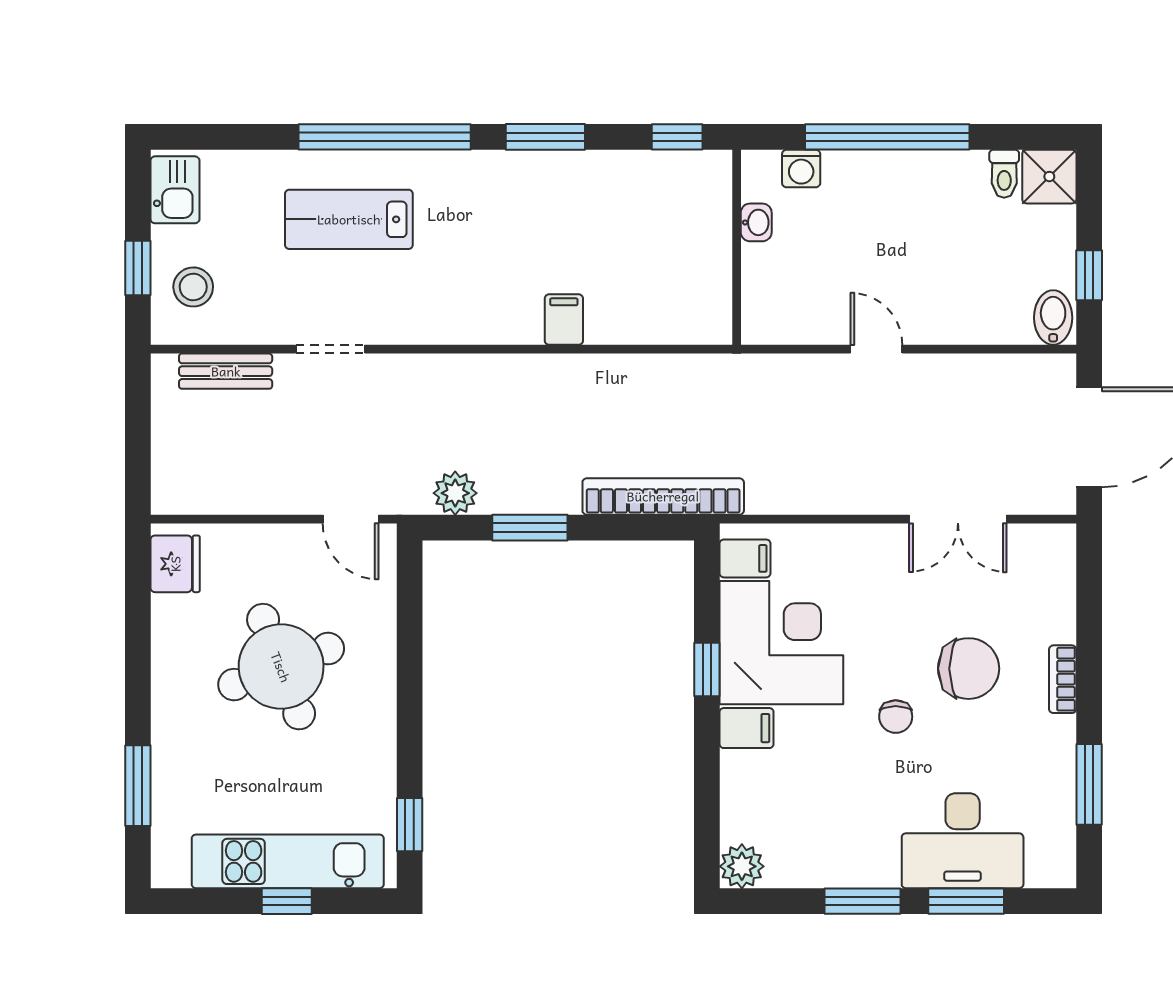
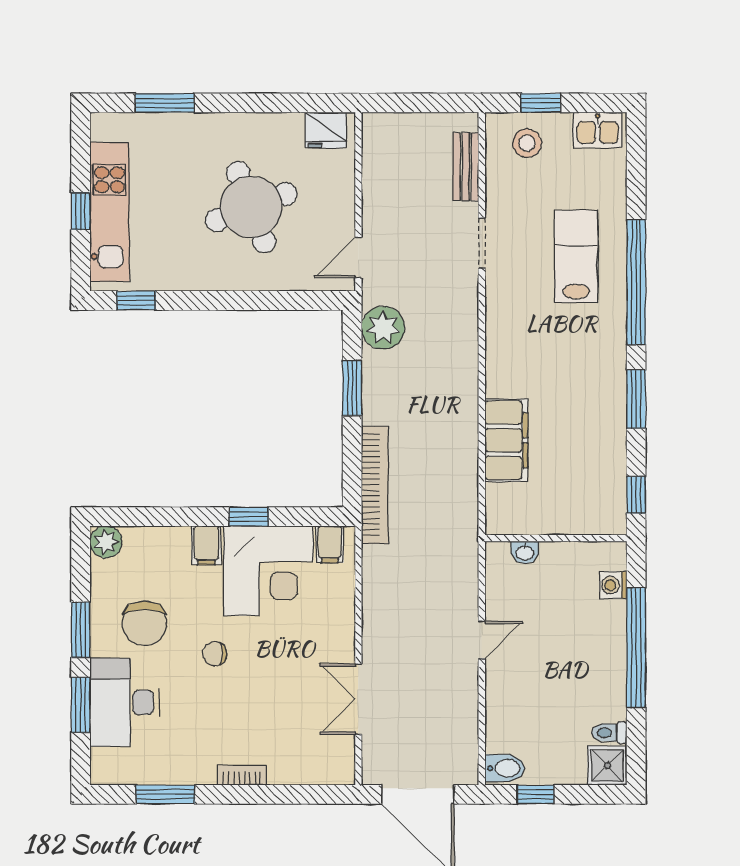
washbasin: (756, 222) -> (525, 552), moved
filing cabinet: (564, 320) -> (506, 440), width x3.00, depth x1.17
plant: (455, 493) -> (383, 328), width x1.36, depth x1.36
chair: (969, 669) -> (144, 623), moved

